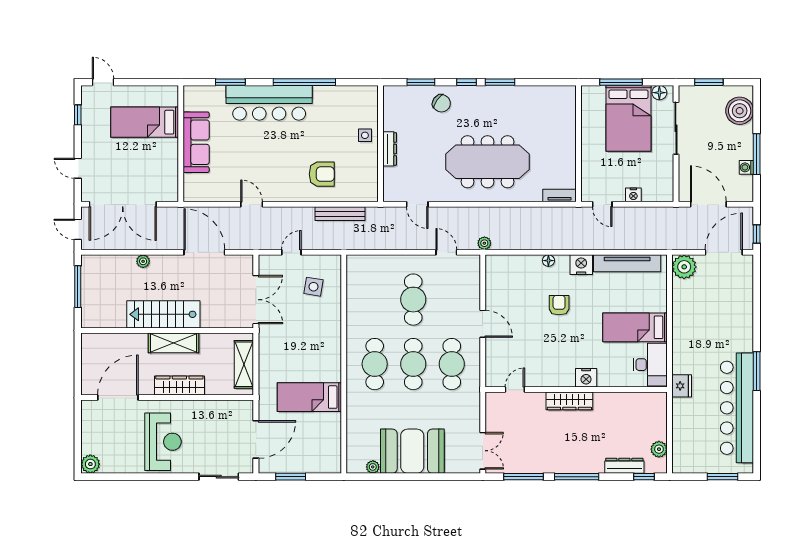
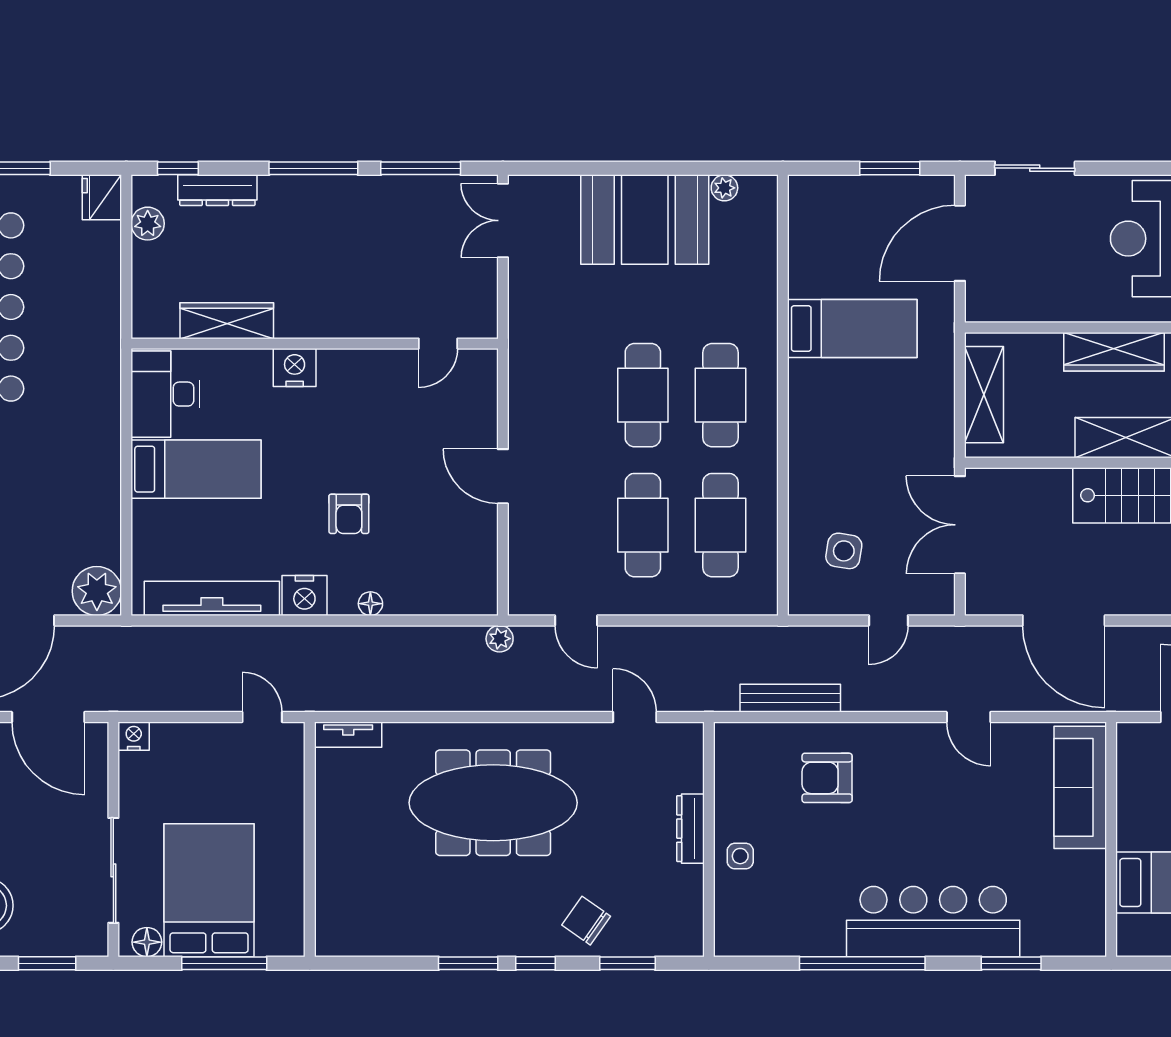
sofa: (196, 142) -> (1080, 787), moved
nightstand: (633, 195) -> (134, 736), moved
cafe table: (452, 364) -> (721, 525), moved
fridge: (682, 386) -> (102, 197), moved
wardrobe: (569, 401) -> (227, 321), moved

